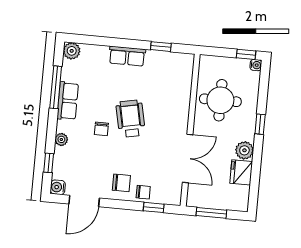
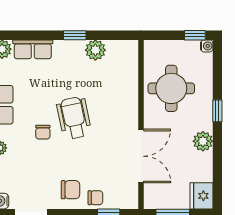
window: (161, 47) -> (75, 35), moved
row of seats: (127, 56) -> (33, 49), moved
plant: (155, 59) -> (95, 50), added
fridge: (241, 172) -> (201, 196), moved

